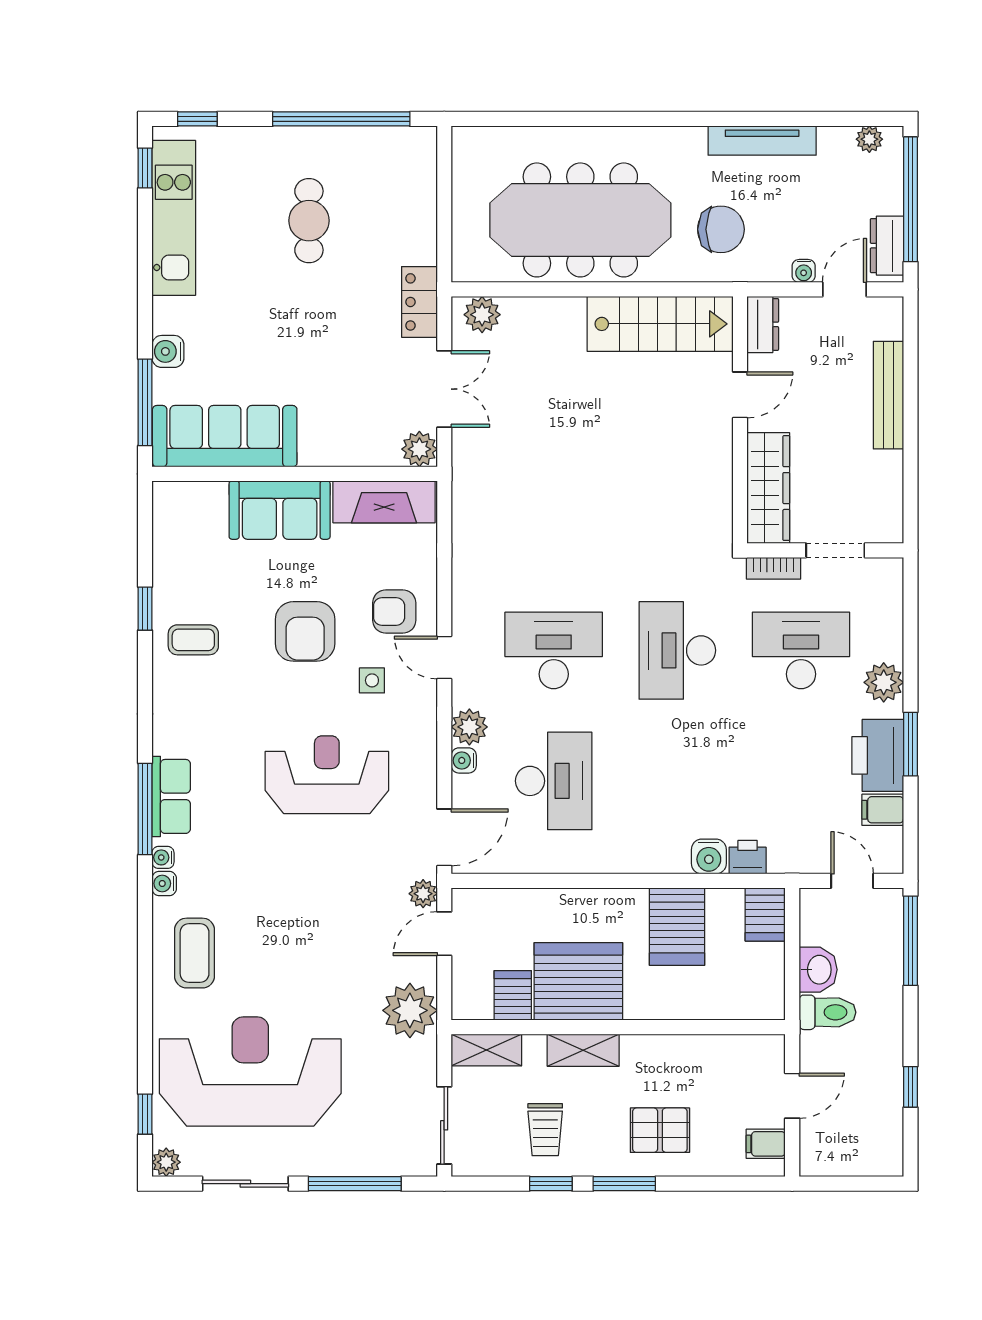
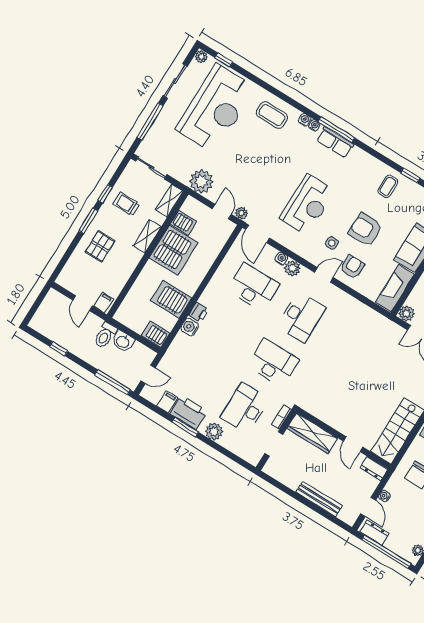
desk: (801, 650) -> (245, 408), turned 180
desk: (554, 781) -> (253, 287), turned 180
printer: (748, 857) -> (199, 312), moved
filing cabinet: (766, 1144) -> (103, 303), moved

